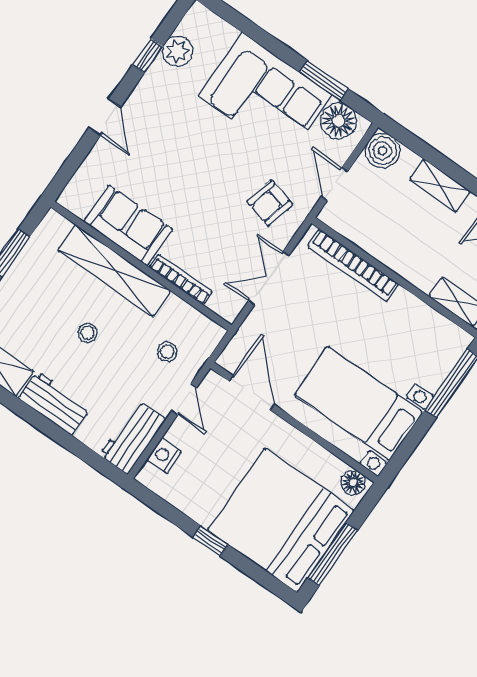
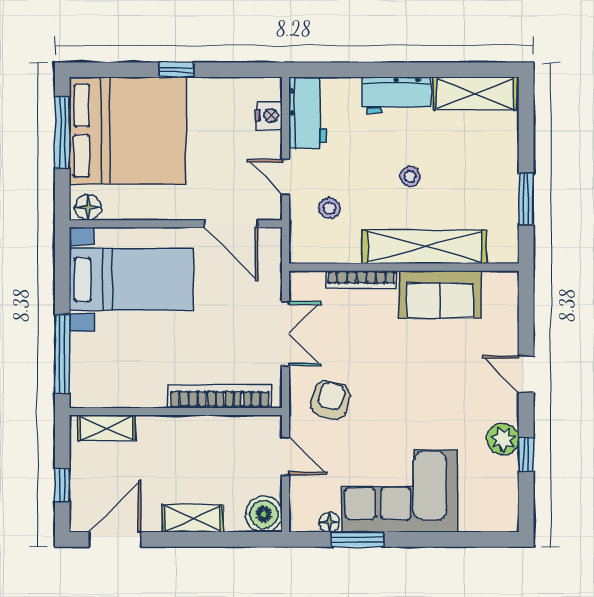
plant: (177, 51) -> (503, 439), moved
floor lamp: (339, 121) -> (329, 522), width x0.53, depth x0.53

